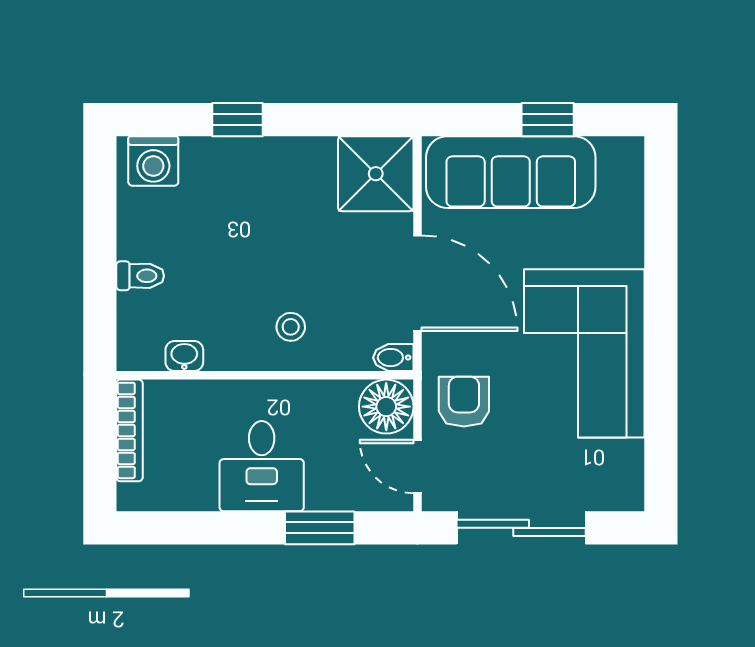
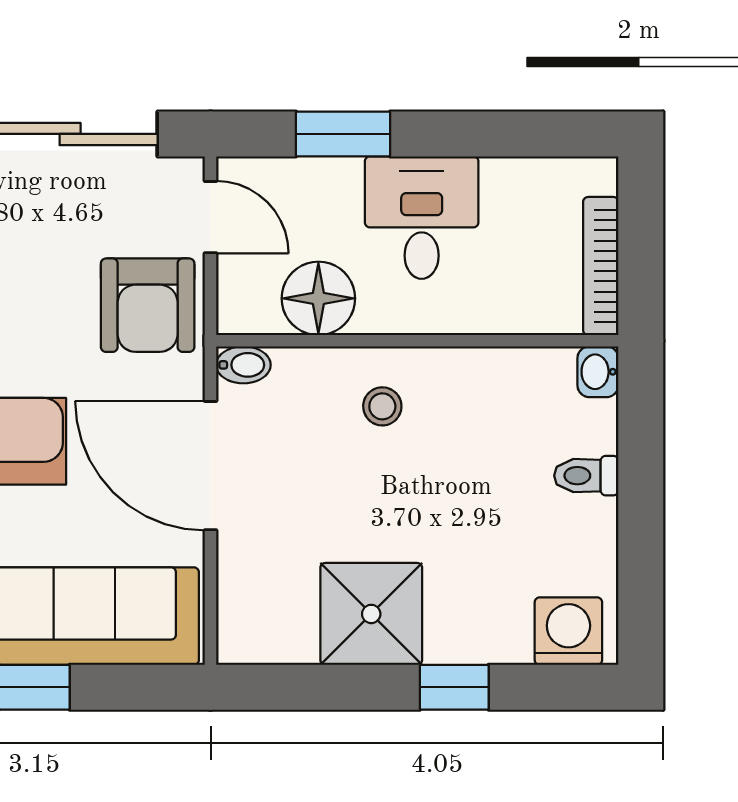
shower: (376, 174) -> (371, 614), moved
washbasin: (184, 356) -> (598, 372), moved, turned 90
armchair: (464, 402) -> (148, 305), width x1.38, depth x1.38
floor lamp: (386, 407) -> (318, 298), moved

